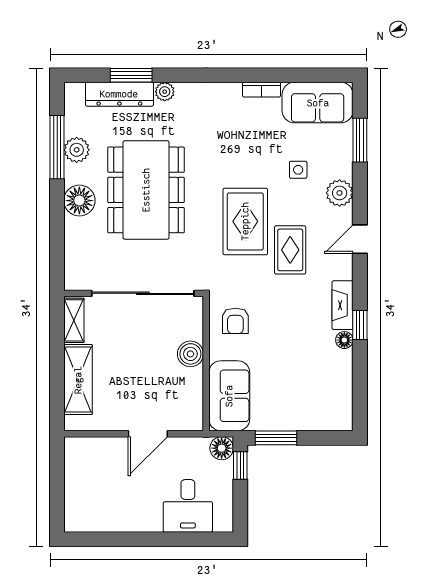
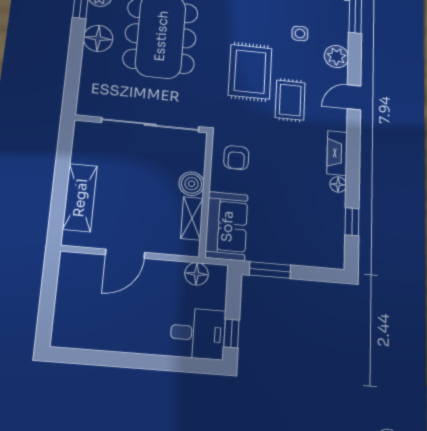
shelving: (74, 320) -> (192, 218), moved
window: (360, 325) -> (352, 222), moved
door: (148, 434) -> (125, 254), moved
floor lamp: (222, 448) -> (197, 274), moved
window: (240, 466) -> (231, 333), moved
desk: (188, 506) -> (198, 333), moved, turned -90

